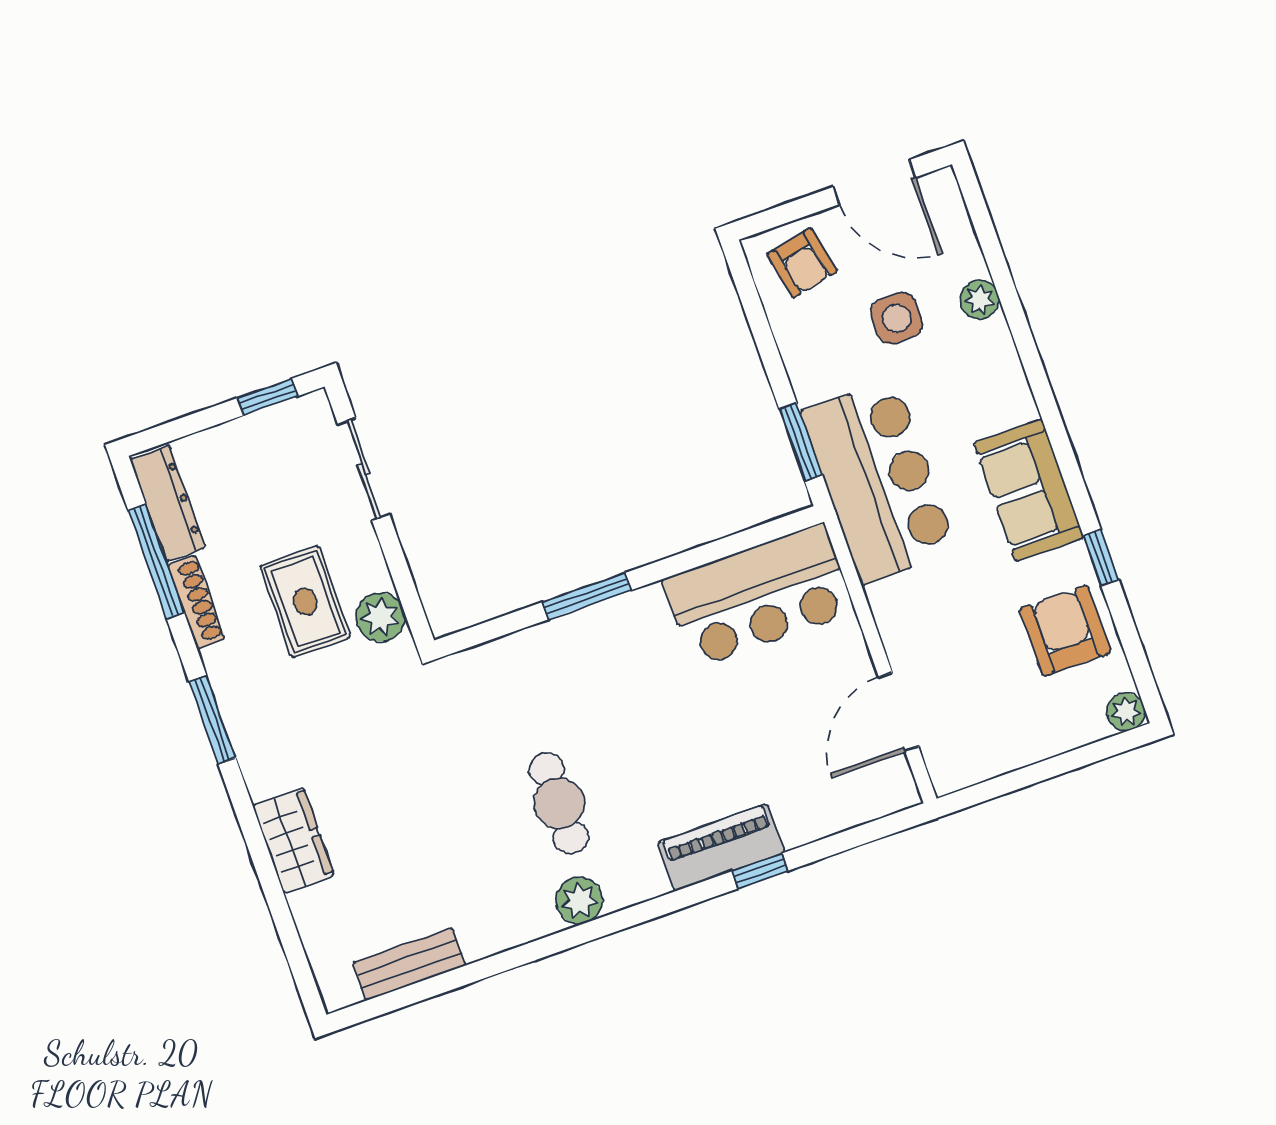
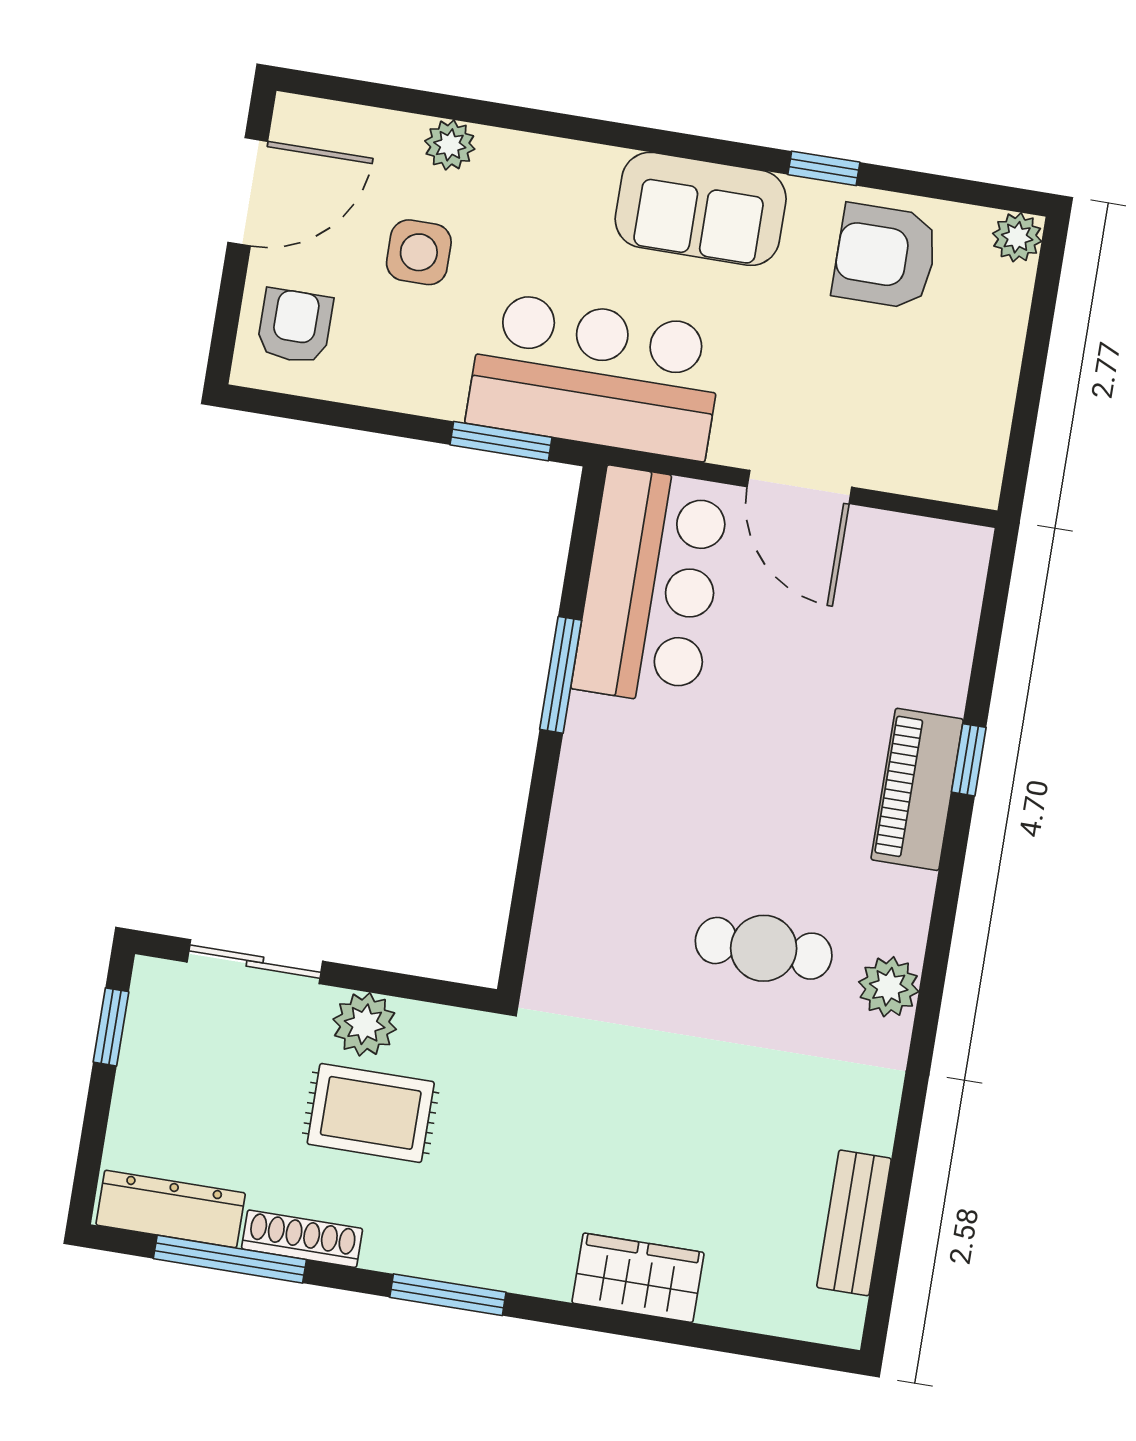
armchair: (802, 263) -> (295, 326), turned -78
window: (587, 596) -> (561, 675), moved
plant: (381, 617) -> (365, 1024), moved
door: (899, 712) -> (799, 487), moved

